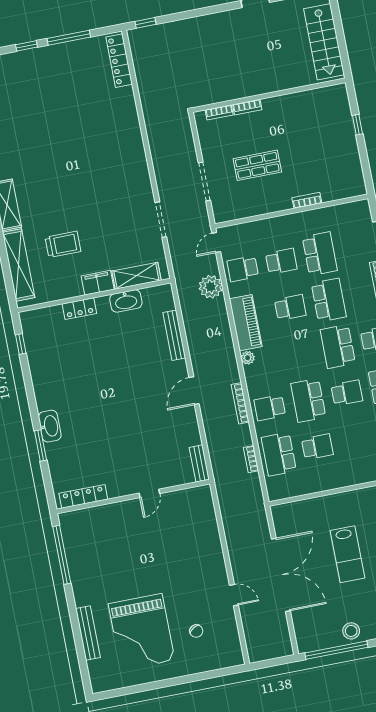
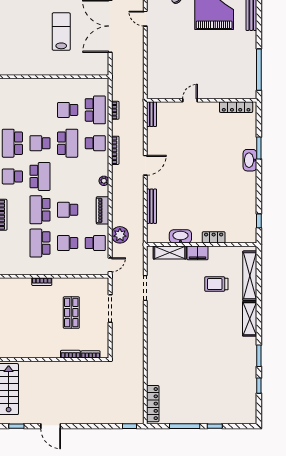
shop shelf: (257, 165) -> (71, 313), turned 90
piano: (246, 323) -> (103, 210), width x0.73, depth x0.75

